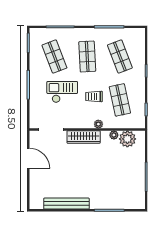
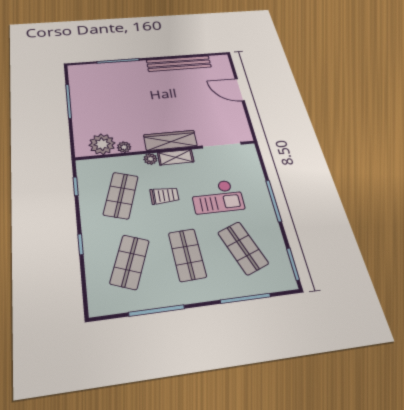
shop shelf: (120, 56) -> (130, 262), turned 42
shop shelf: (120, 100) -> (121, 195), turned 30
shelving: (82, 124) -> (176, 157), added
door: (28, 158) -> (240, 90), moved

